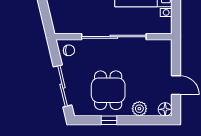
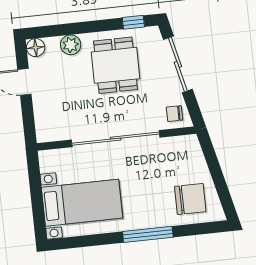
window: (109, 120) -> (133, 22), moved

